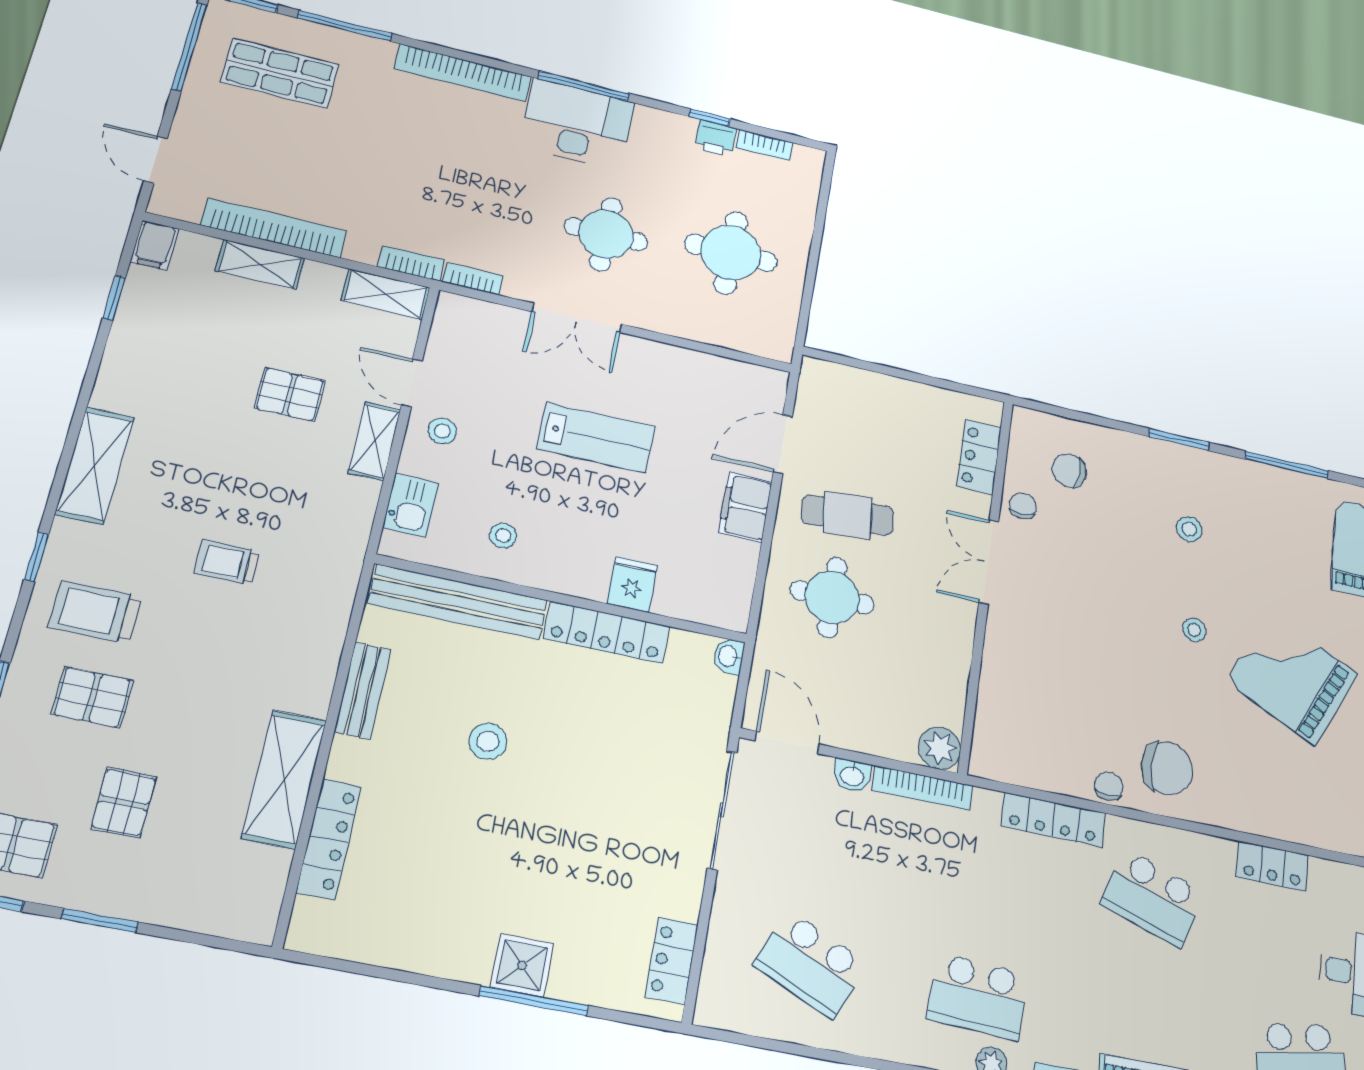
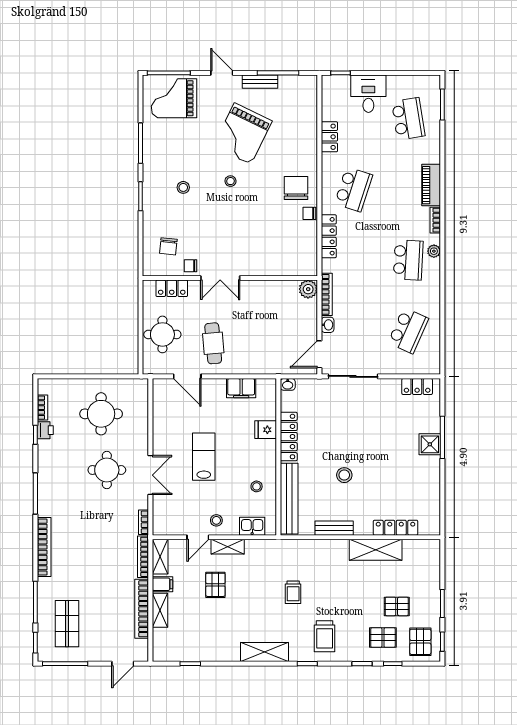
desk: (577, 124) -> (56, 493), removed
filing cabinet: (154, 245) -> (162, 584), moved
bookcase: (411, 263) -> (143, 557), width x1.56
filing cabinet: (745, 507) -> (241, 388), moved
round table: (832, 597) -> (162, 334), moved
pallet: (92, 697) -> (383, 638), moved, turned 90

